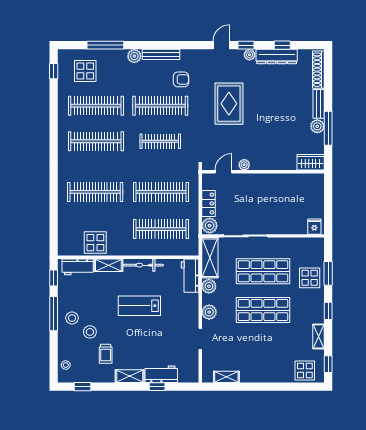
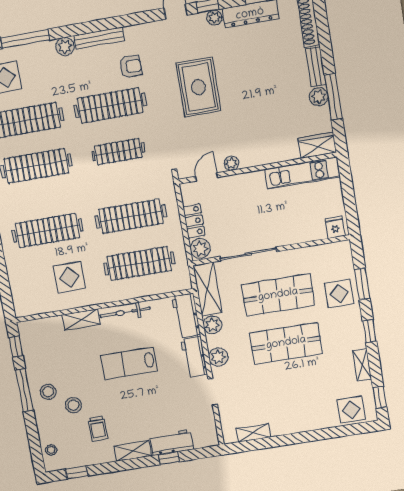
kitchen unit: (296, 181) -> (302, 173), added
display table: (95, 243) -> (69, 277), moved
workbench: (78, 267) -> (194, 357), moved, turned 90

